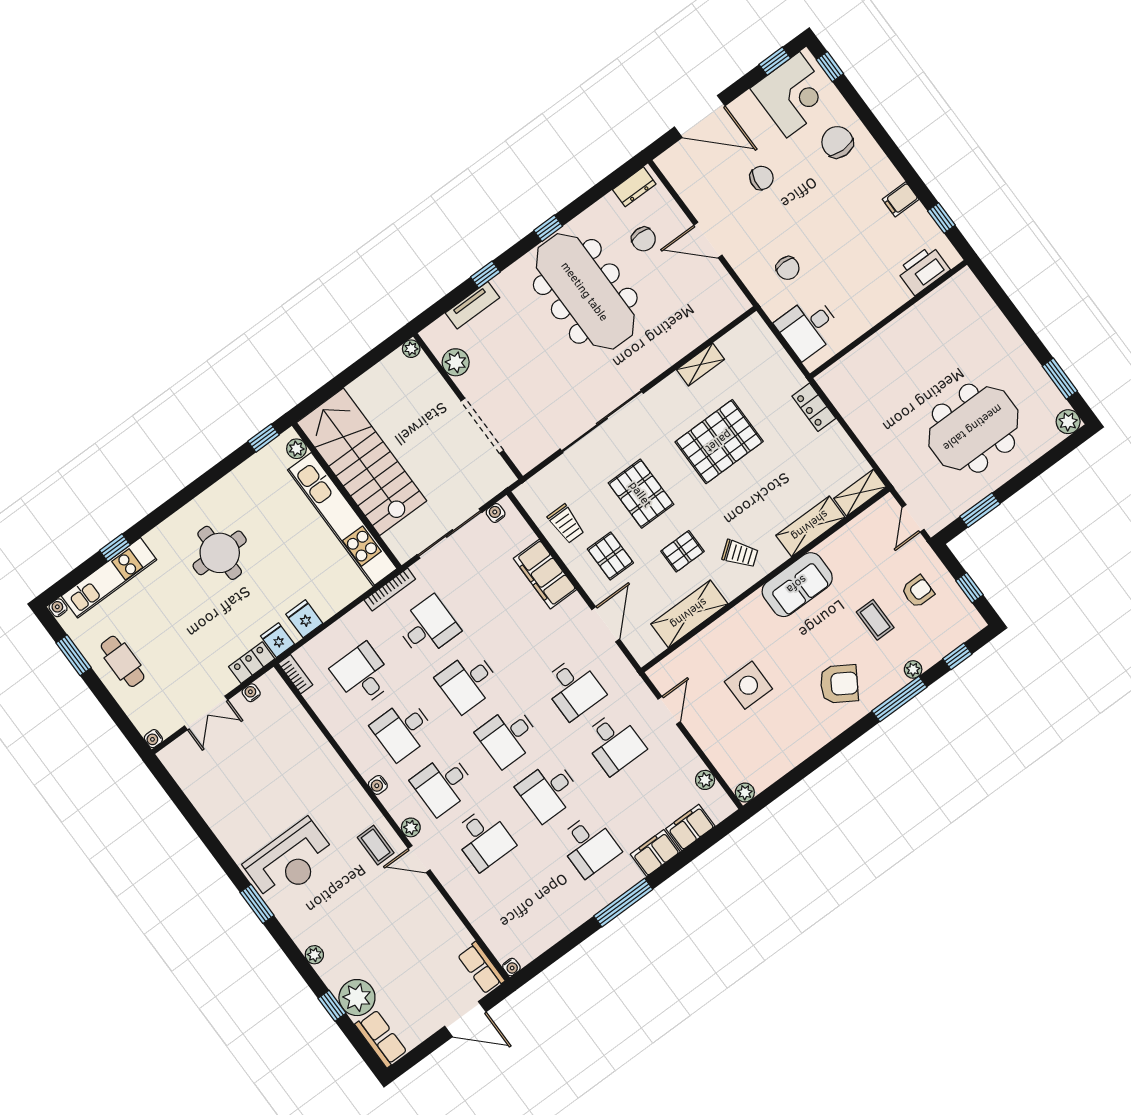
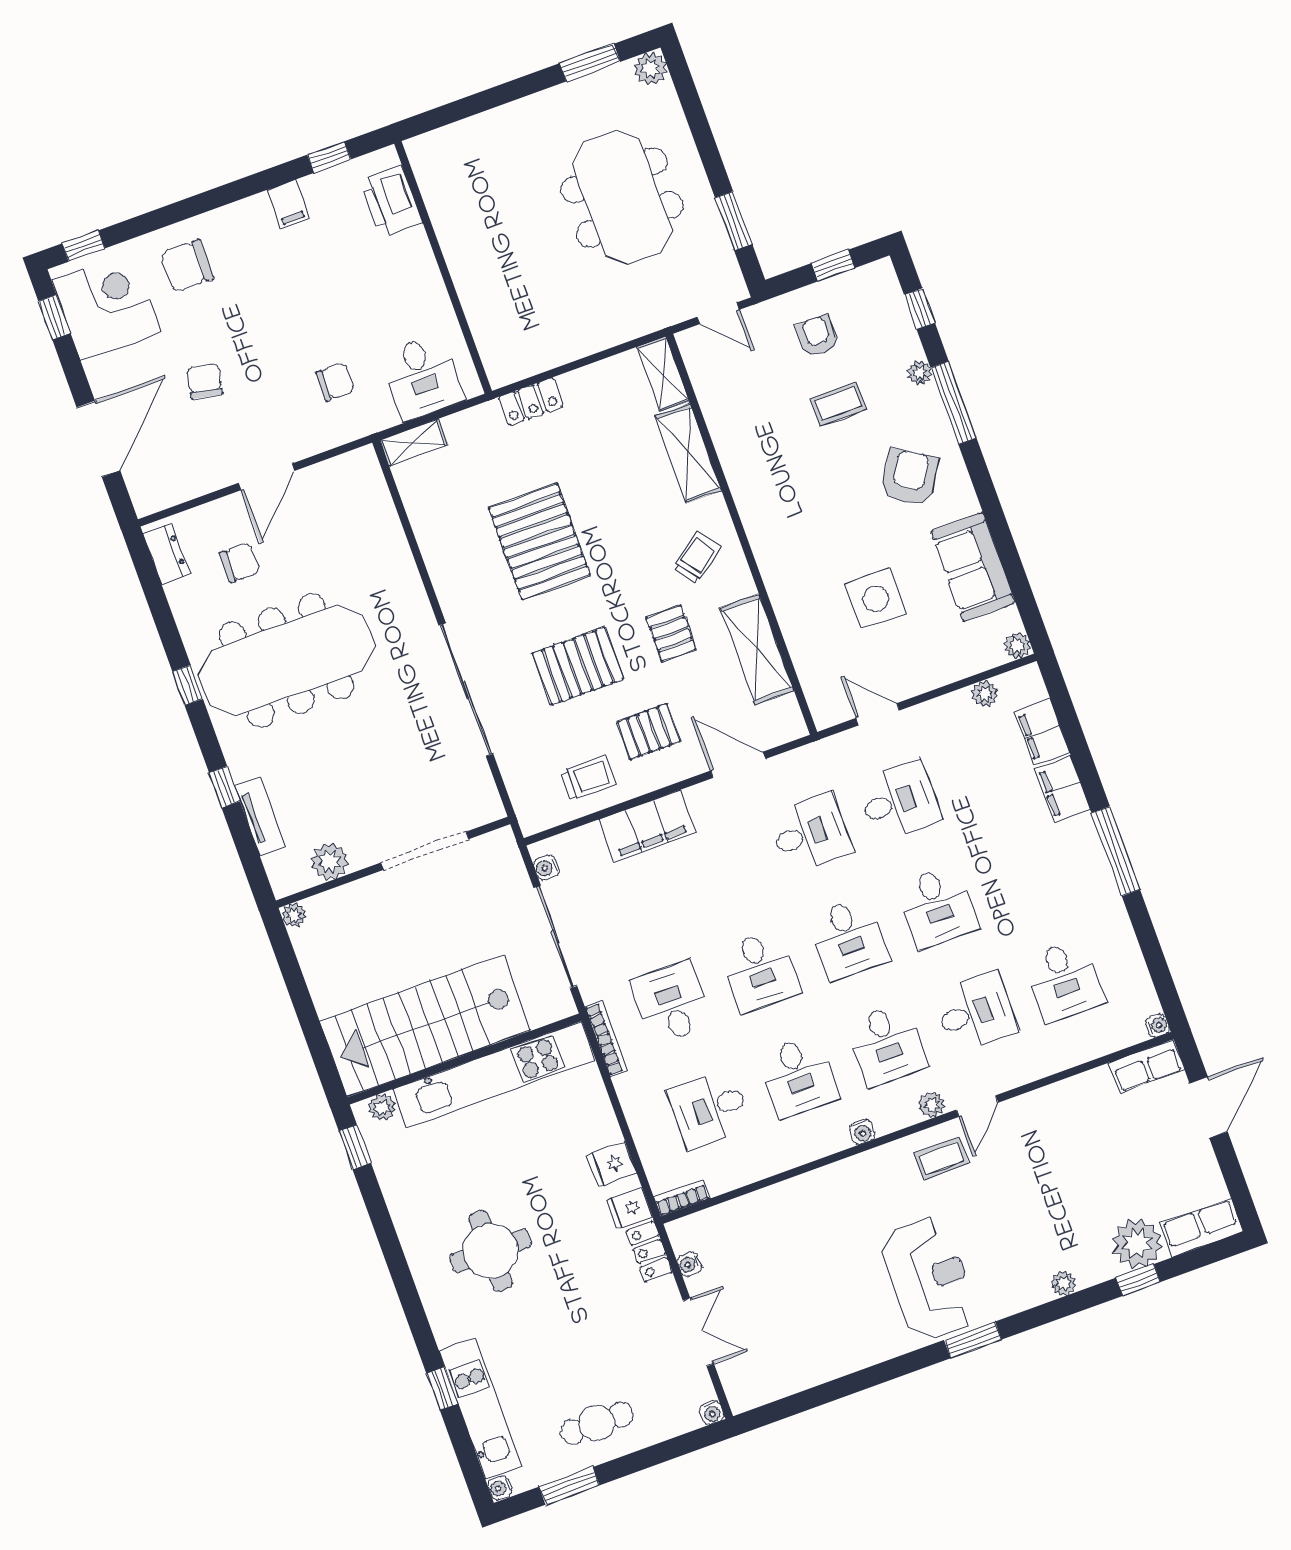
shelving: (701, 365) -> (414, 443), moved, turned 90
sofa: (797, 585) -> (973, 567), moved, turned 180
desk: (589, 845) -> (1064, 980), moved, turned 90

